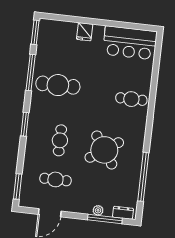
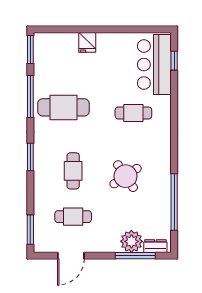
bar counter: (130, 43) -> (154, 65), moved, turned 90
window: (157, 56) -> (174, 61), added
cafe table: (131, 99) -> (133, 113), moved
round table: (104, 150) -> (126, 176), width x0.73, depth x0.73
plant: (98, 210) -> (131, 241), width x1.88, depth x1.88

